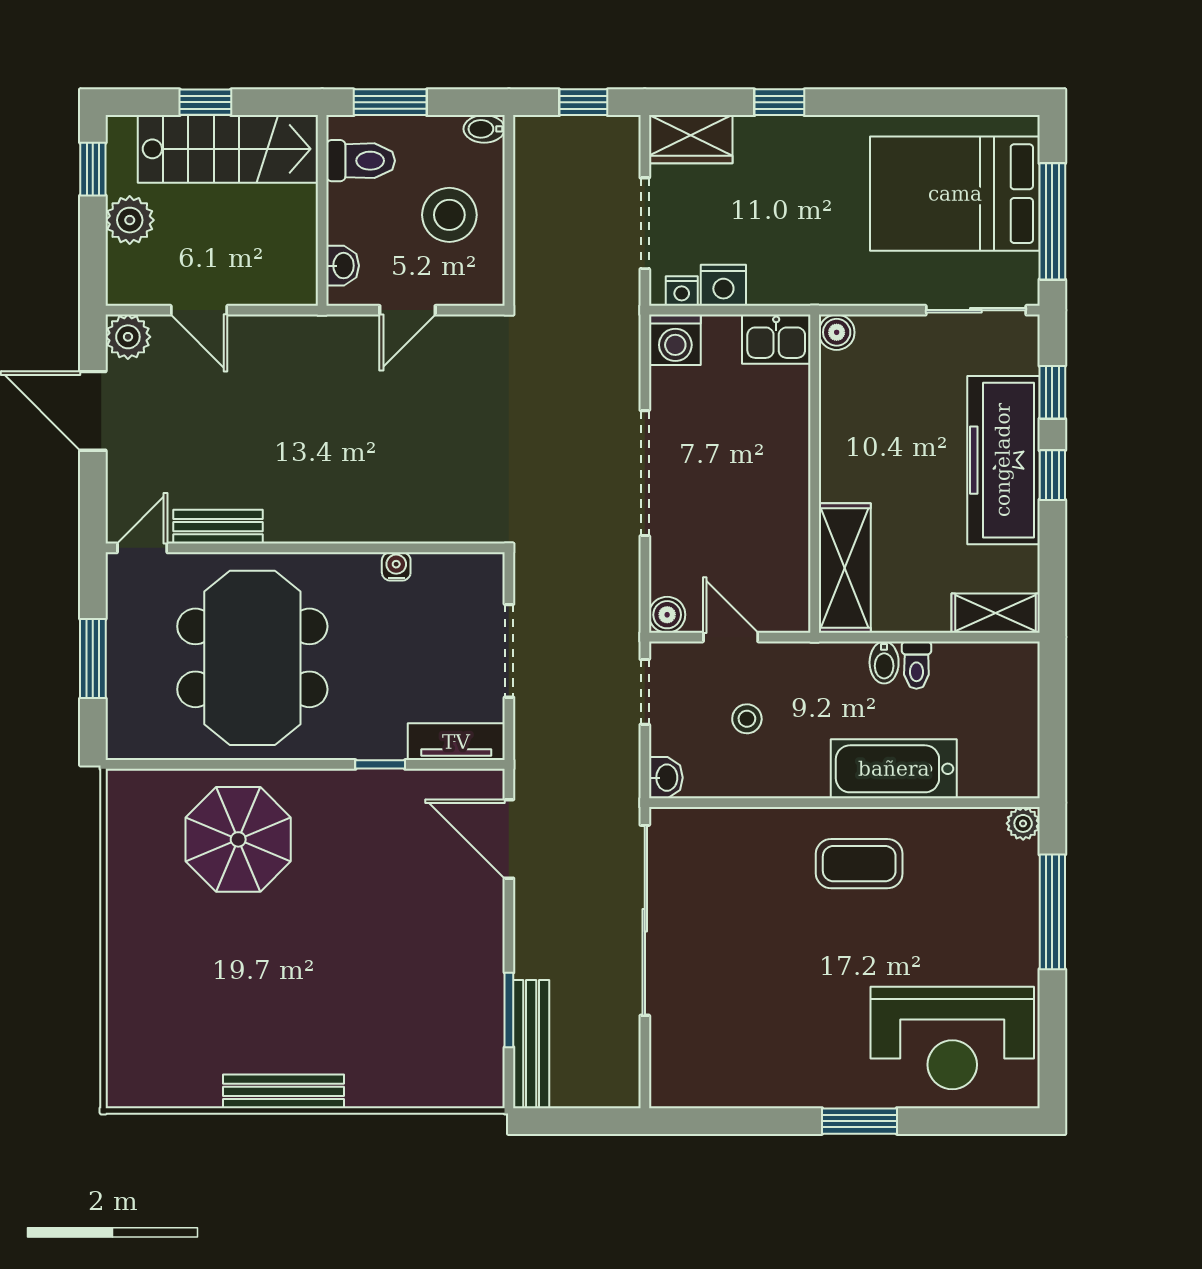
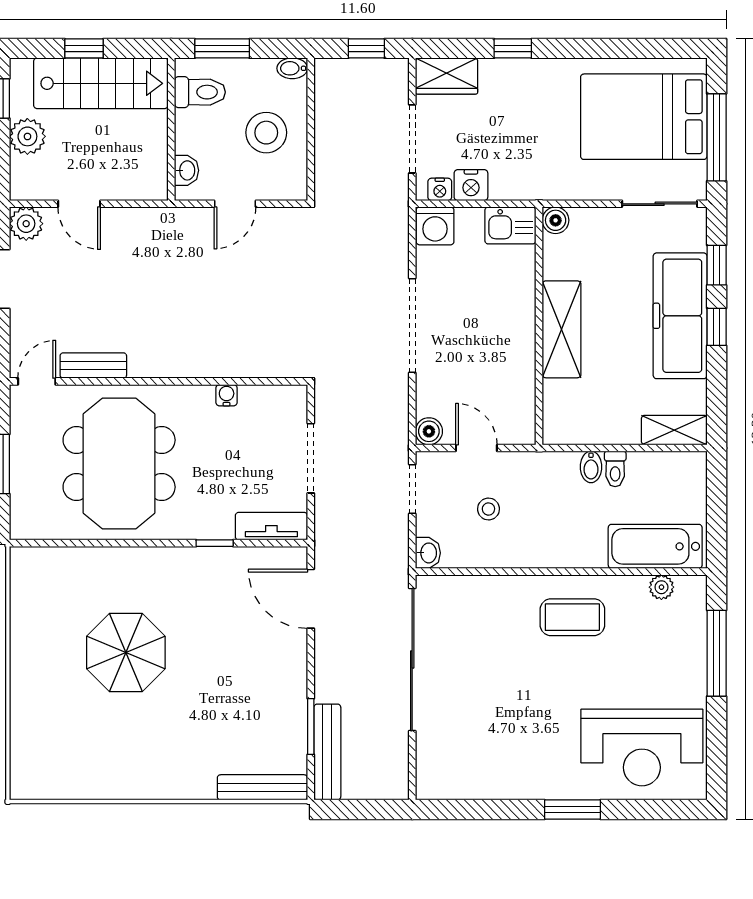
shelving: (845, 568) -> (562, 329), moved
bathtub: (894, 769) -> (655, 546), moved
plant: (1023, 823) -> (661, 587), moved
parasol: (238, 839) -> (126, 653), moved
bench: (283, 1091) -> (262, 787), moved

